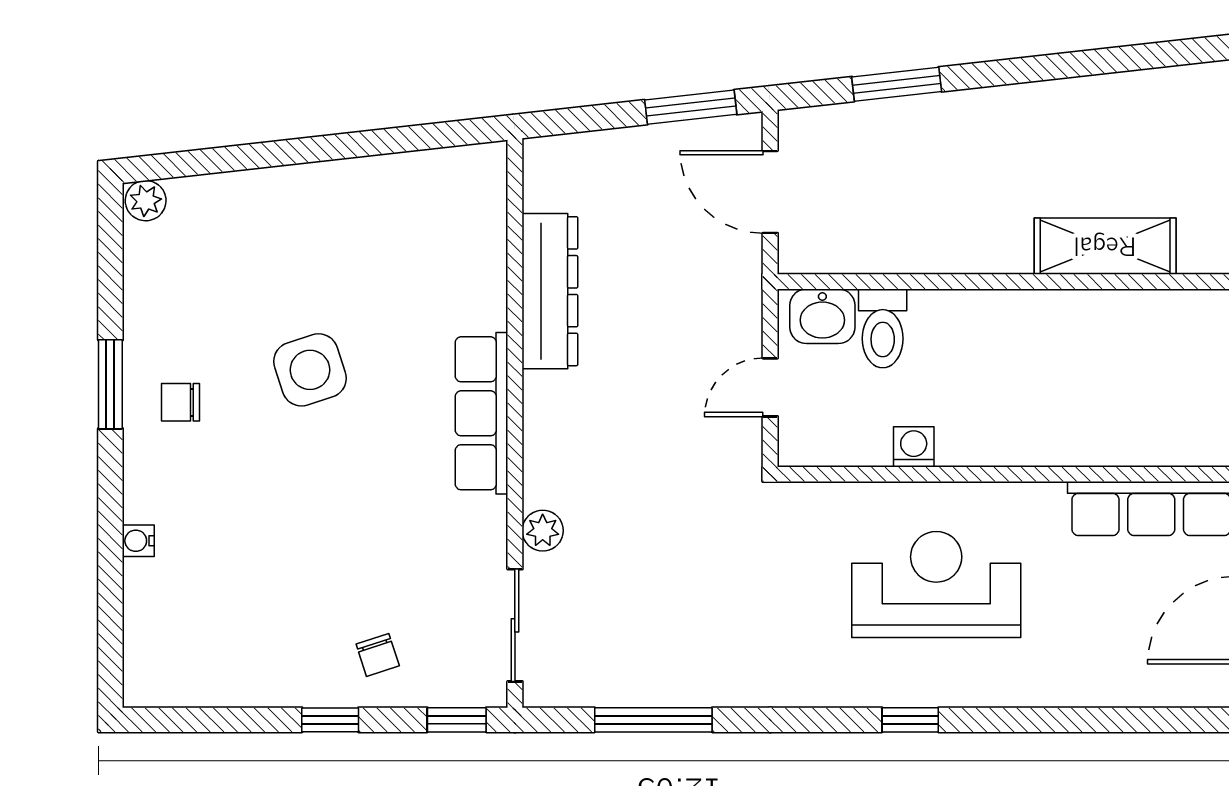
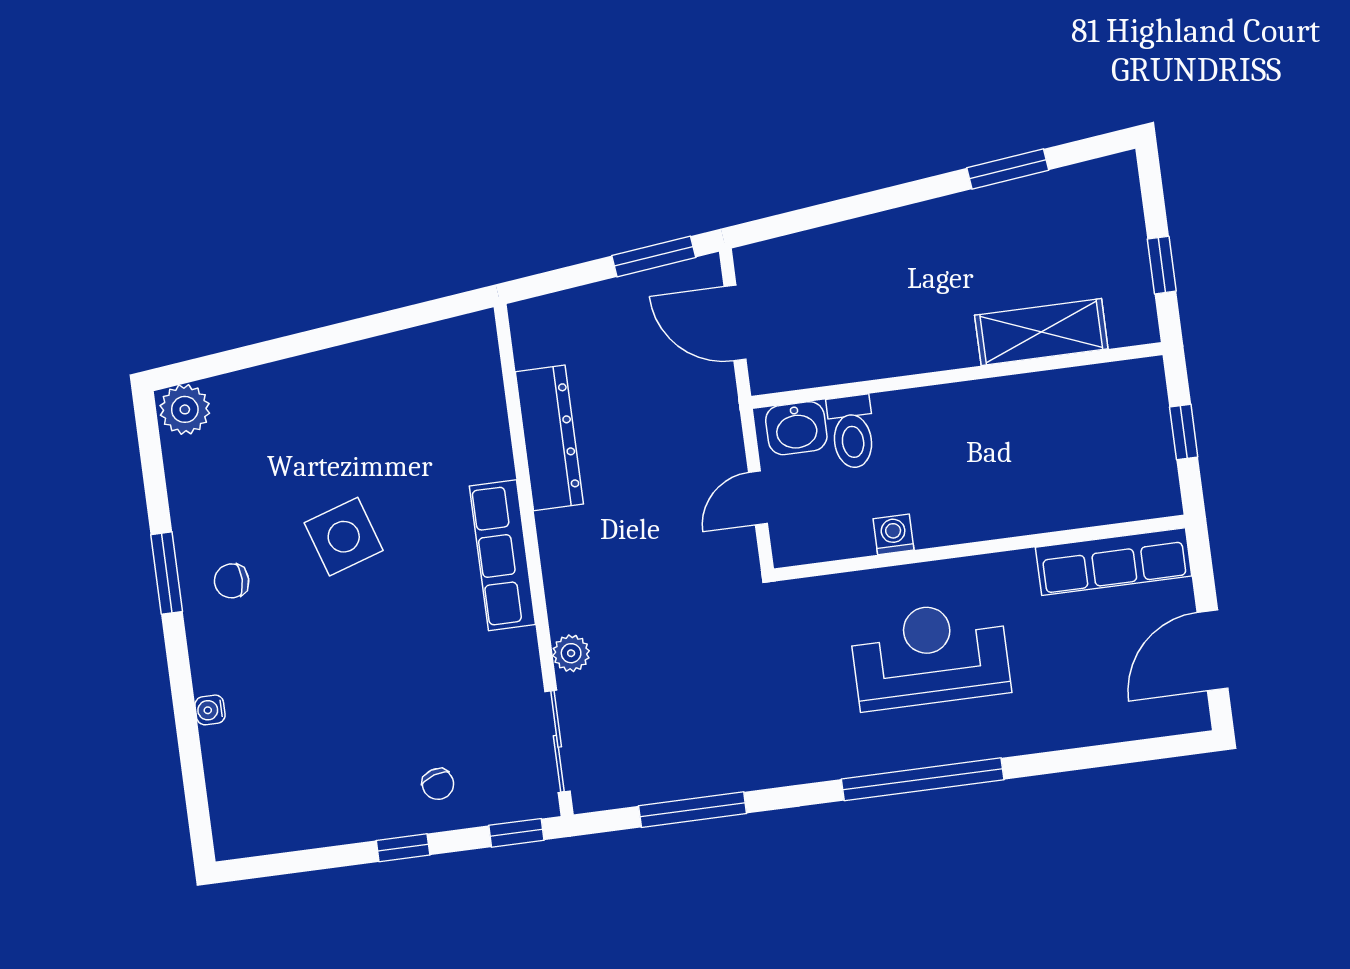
window: (897, 84) -> (1008, 169), moved
plant: (146, 201) -> (185, 409), width x1.38, depth x1.38
window: (910, 720) -> (923, 779), width x3.17

